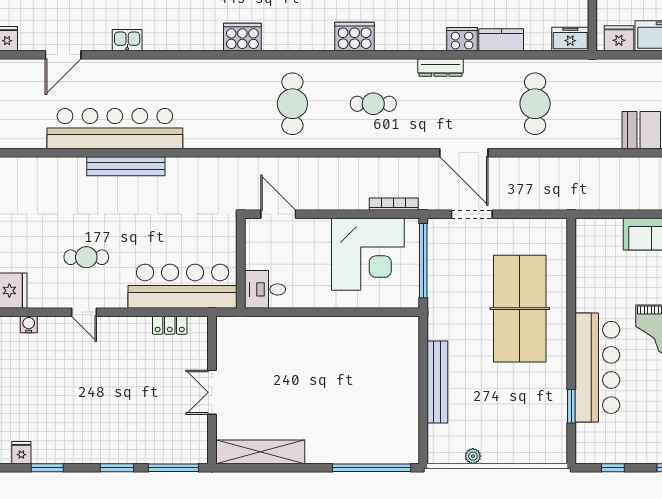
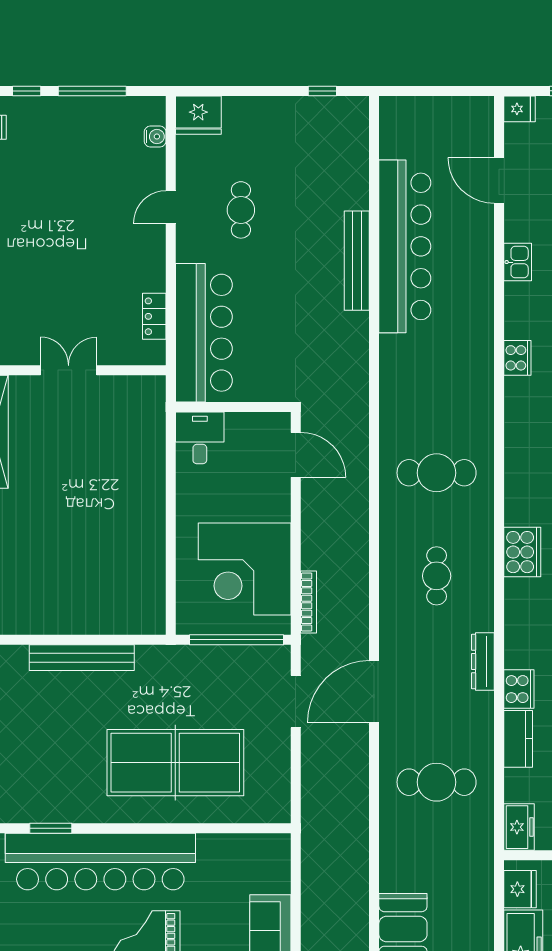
cooker: (242, 37) -> (517, 358), moved, width x0.73, depth x0.76
door: (278, 214) -> (296, 455), hinge flipped
bar counter: (597, 367) -> (100, 862), width x1.36

